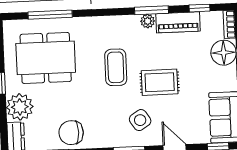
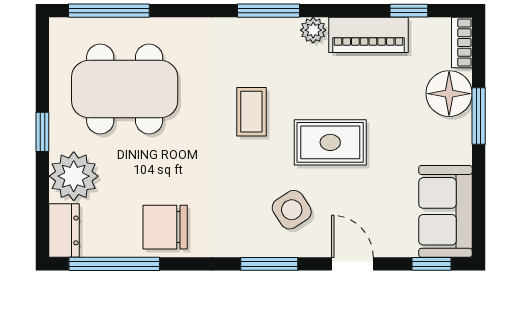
window: (151, 10) -> (269, 11), moved
window: (50, 15) -> (109, 11), moved
coffee table: (116, 67) -> (251, 112), width x0.73, depth x0.77

